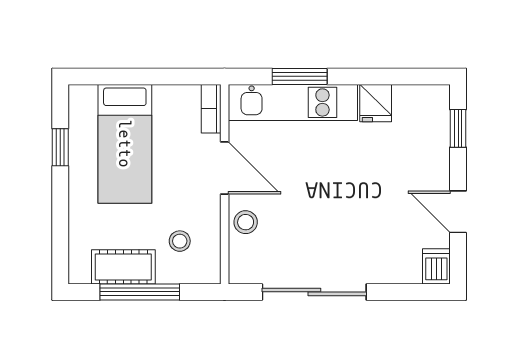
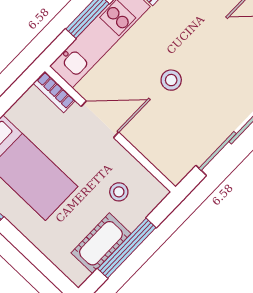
stool: (246, 222) -> (171, 80), moved

